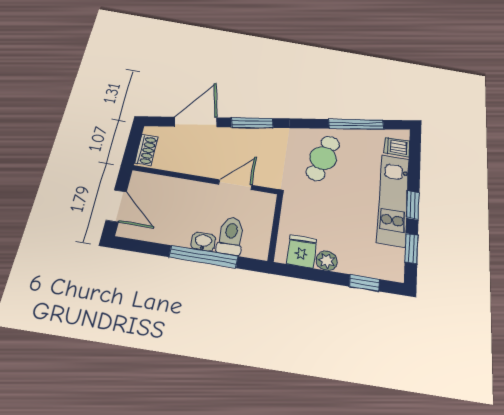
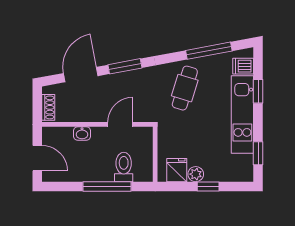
window: (413, 205) -> (258, 91), moved
washbasin: (203, 242) -> (82, 133), moved, turned 180
window: (364, 283) -> (208, 186), moved

